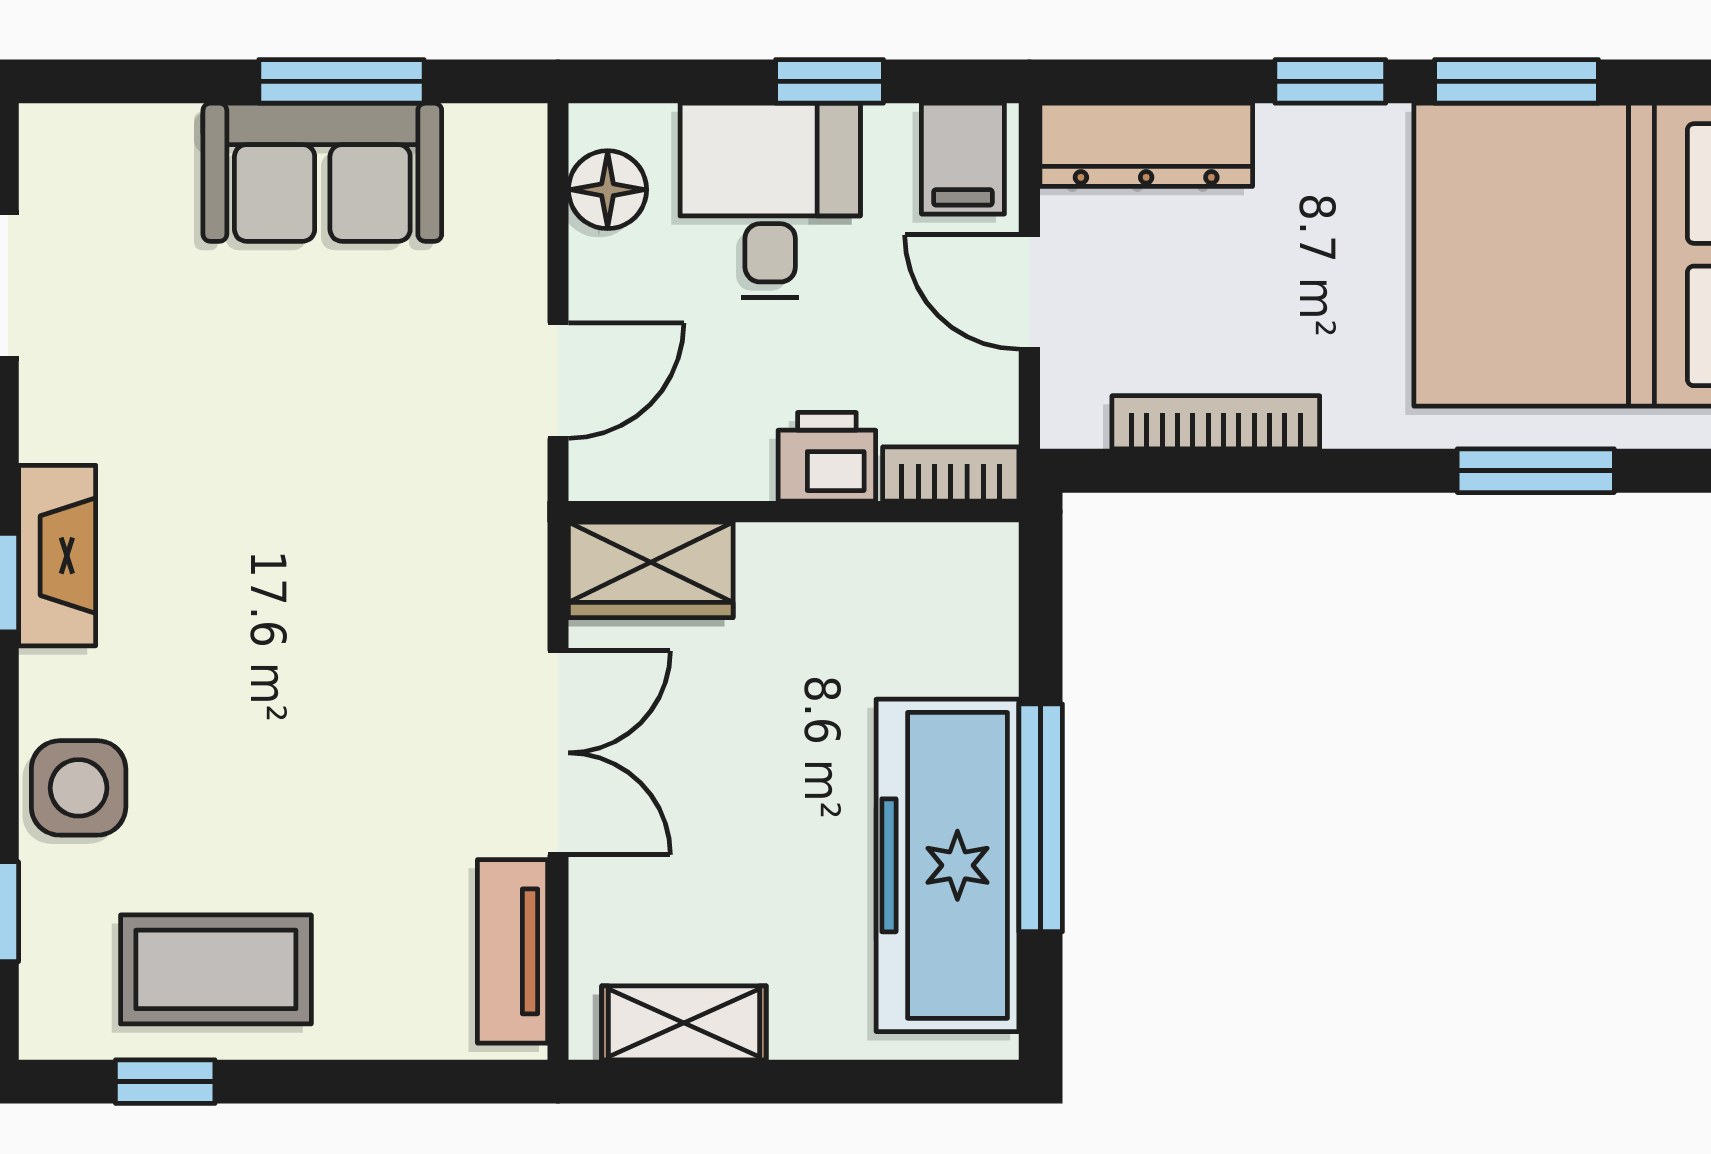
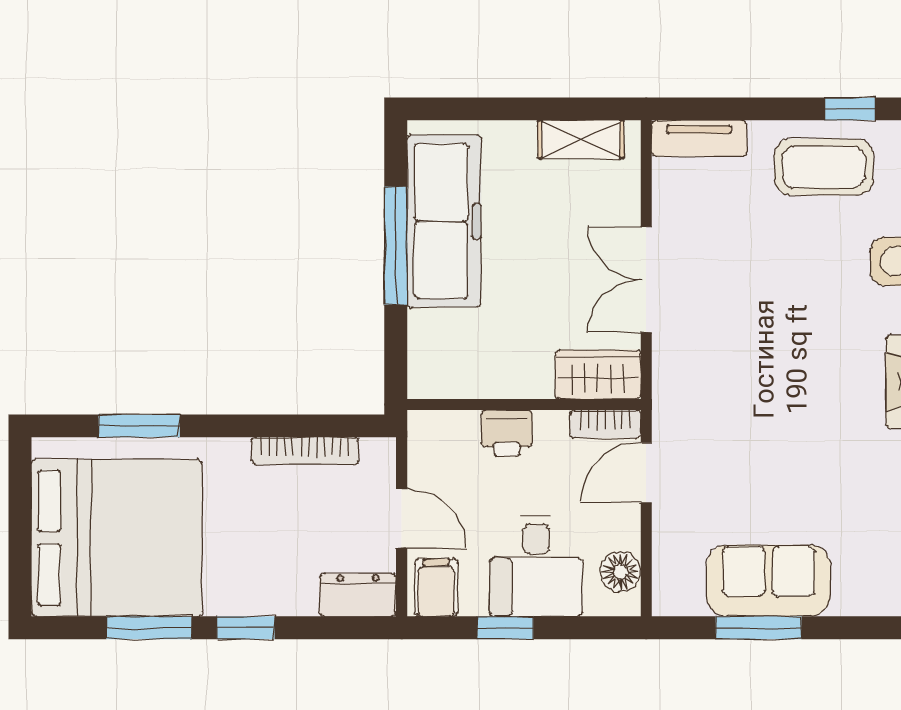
dresser: (1146, 145) -> (358, 595), width x0.70
bookcase: (951, 474) -> (605, 424), moved
tv unit: (512, 951) -> (699, 138), moved, turned 90

